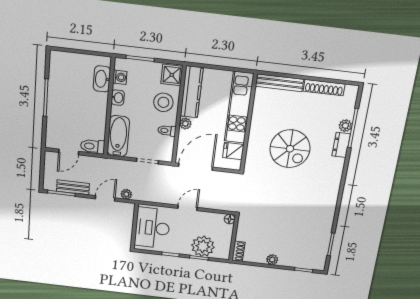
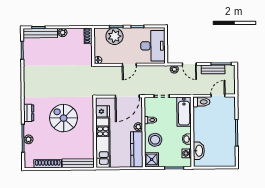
dresser: (341, 145) -> (29, 113), moved
door: (105, 198) -> (189, 64), hinge flipped
bench: (302, 263) -> (40, 33), added

